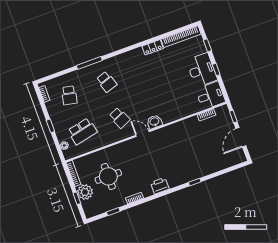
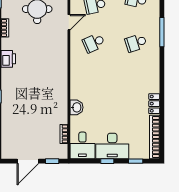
washbasin: (154, 122) -> (76, 107), moved
door: (142, 133) -> (69, 22), moved
door: (241, 137) -> (28, 161), swing flipped

